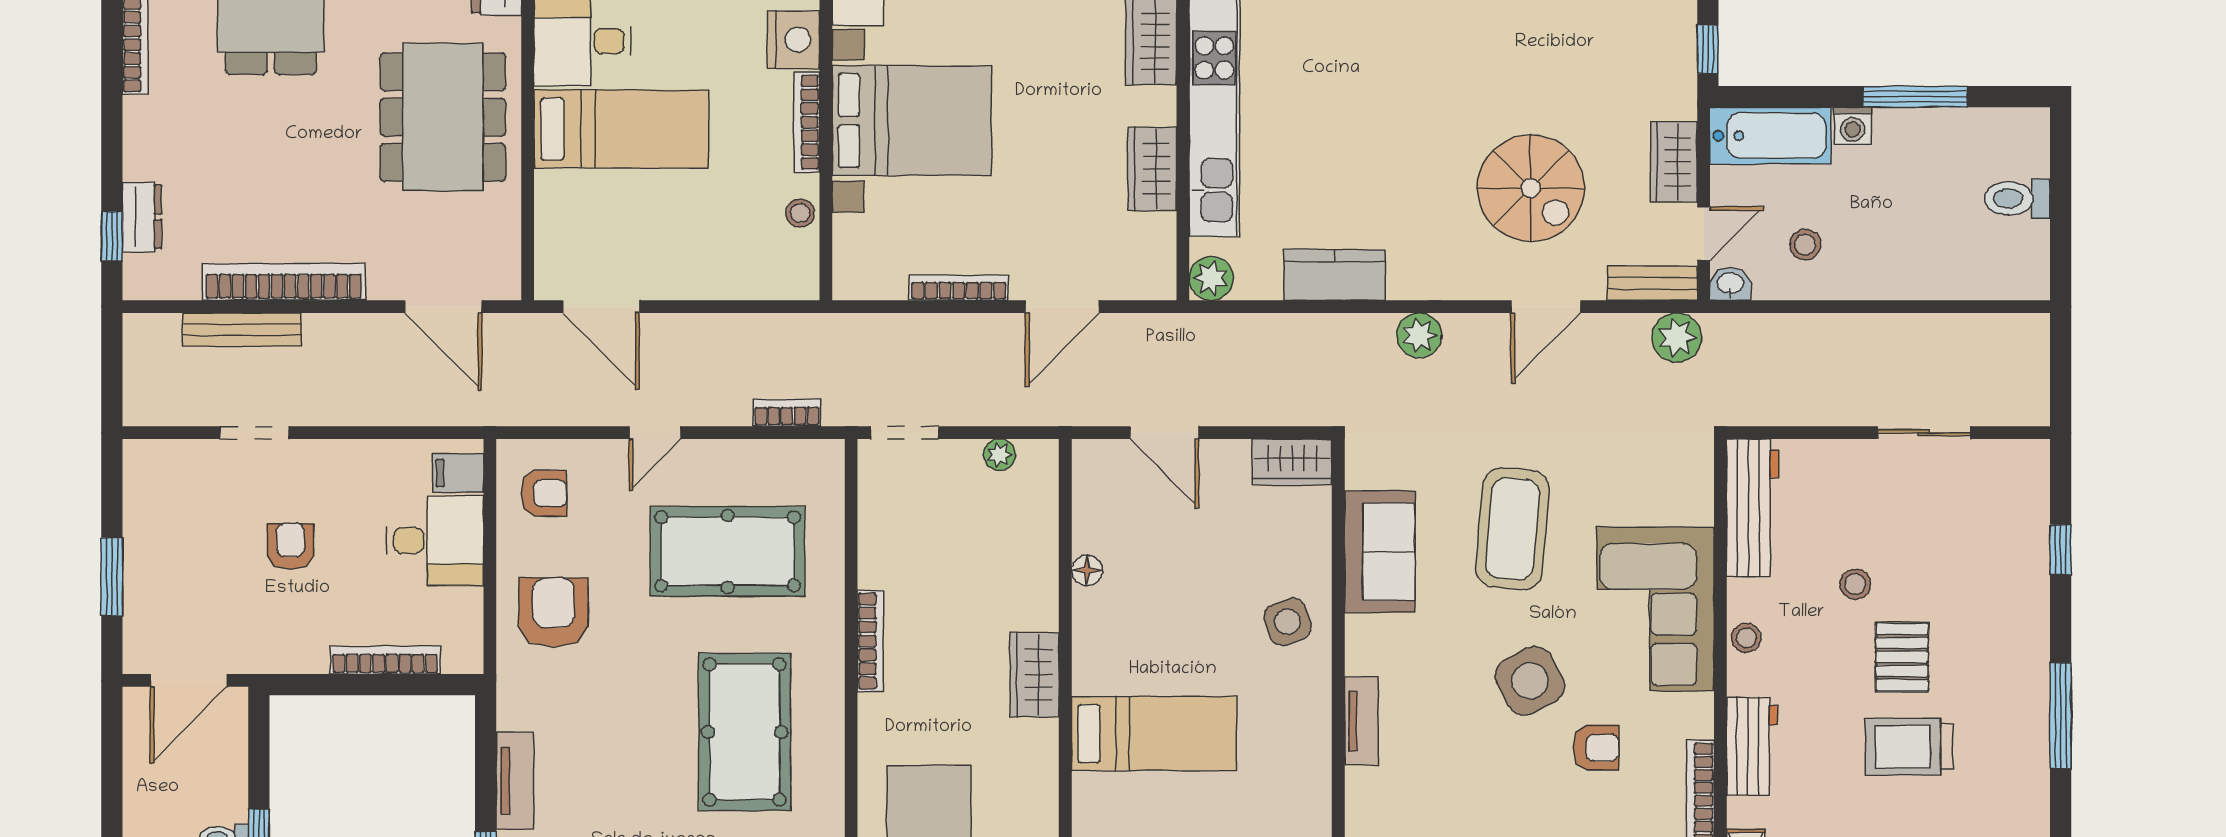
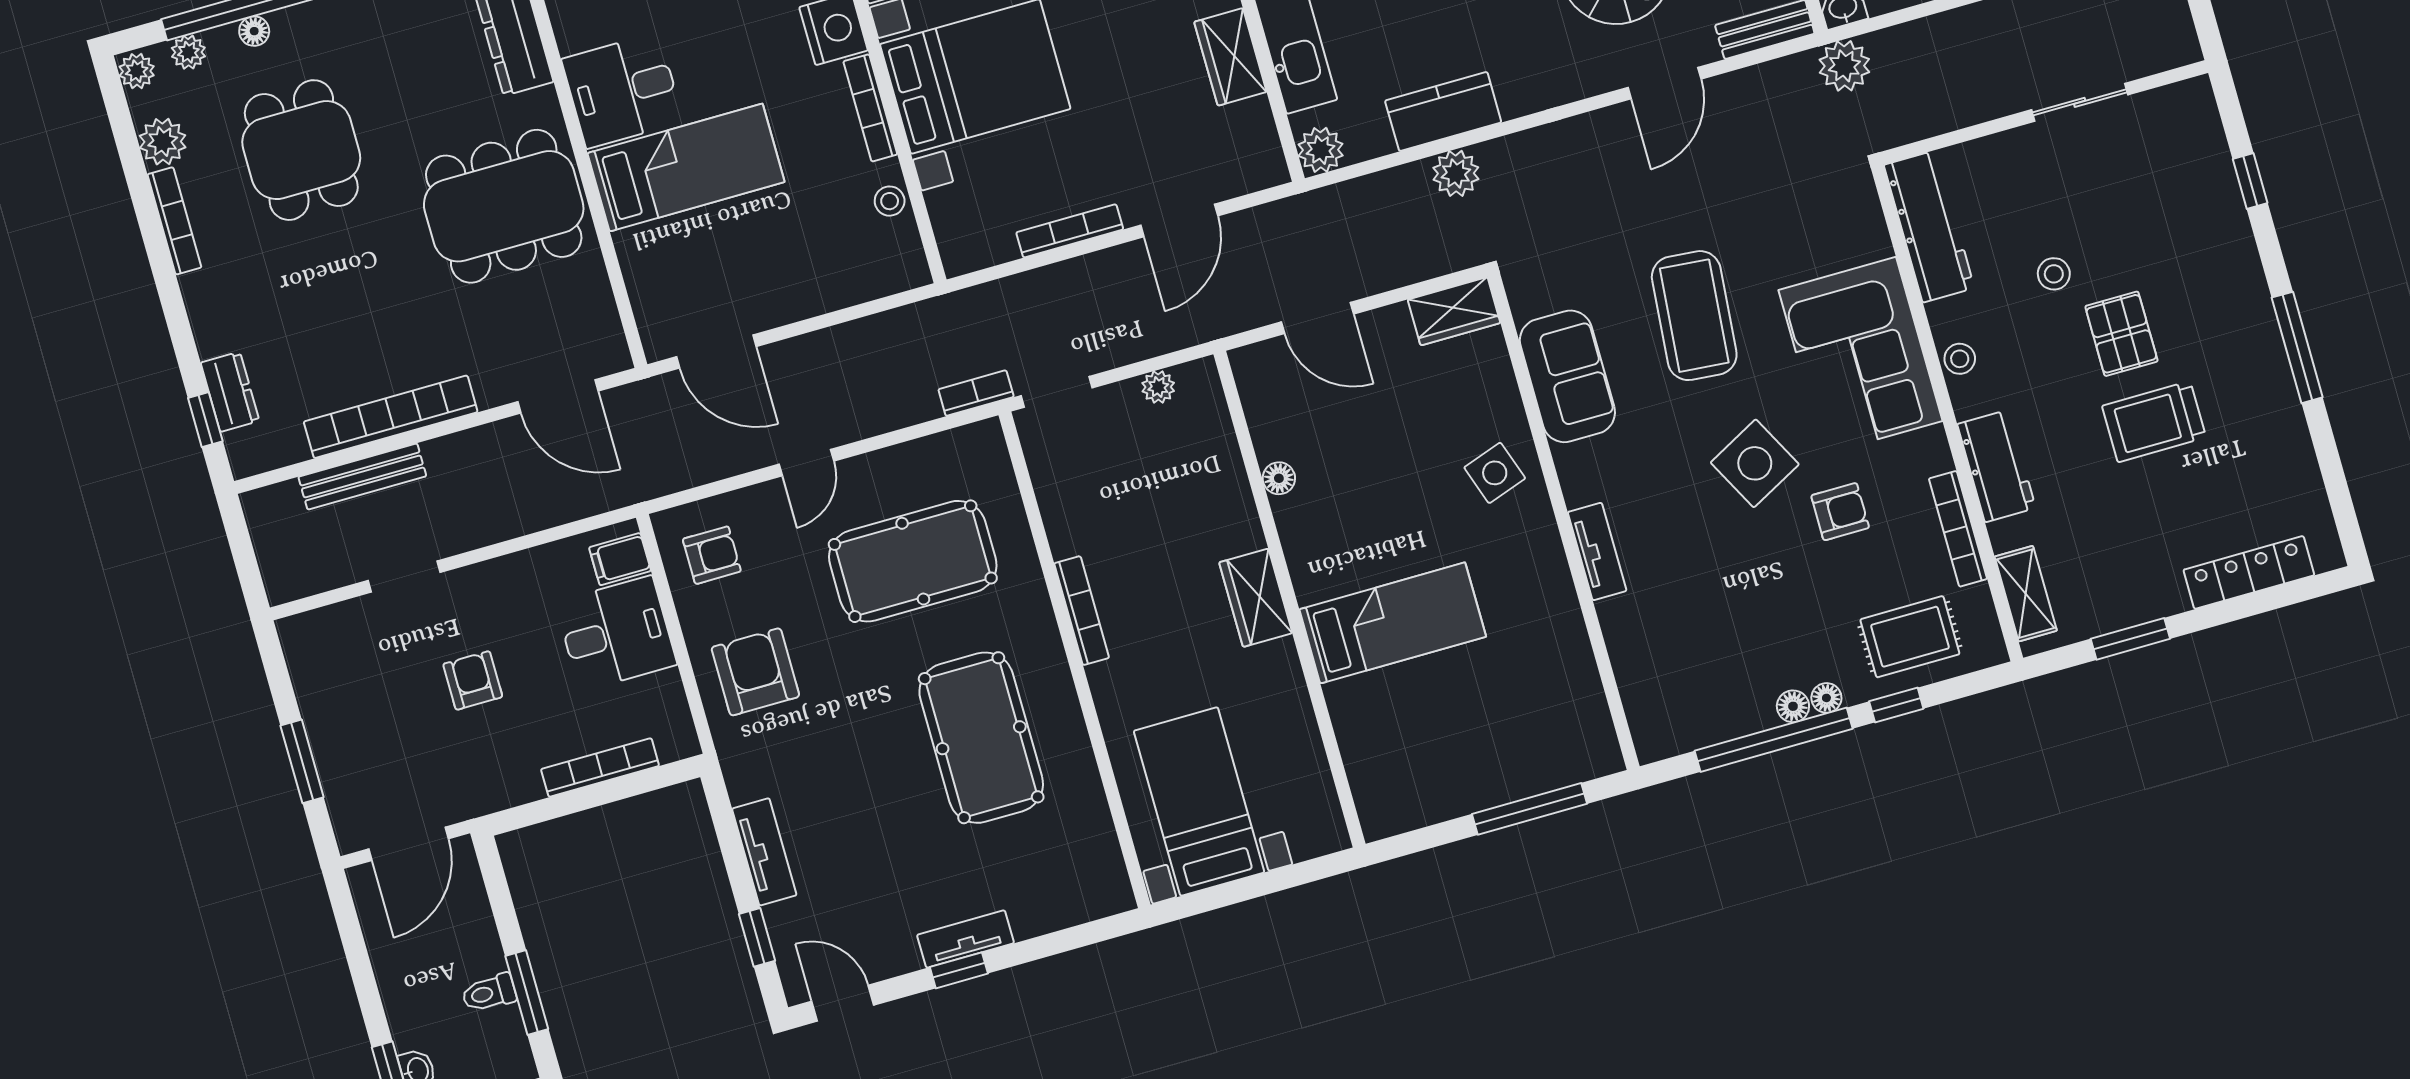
dining table: (443, 117) -> (504, 206), turned 90
plant: (1419, 335) -> (1456, 173), moved
plant: (1677, 338) -> (1844, 66), moved
bookcase: (787, 413) -> (976, 393), moved

